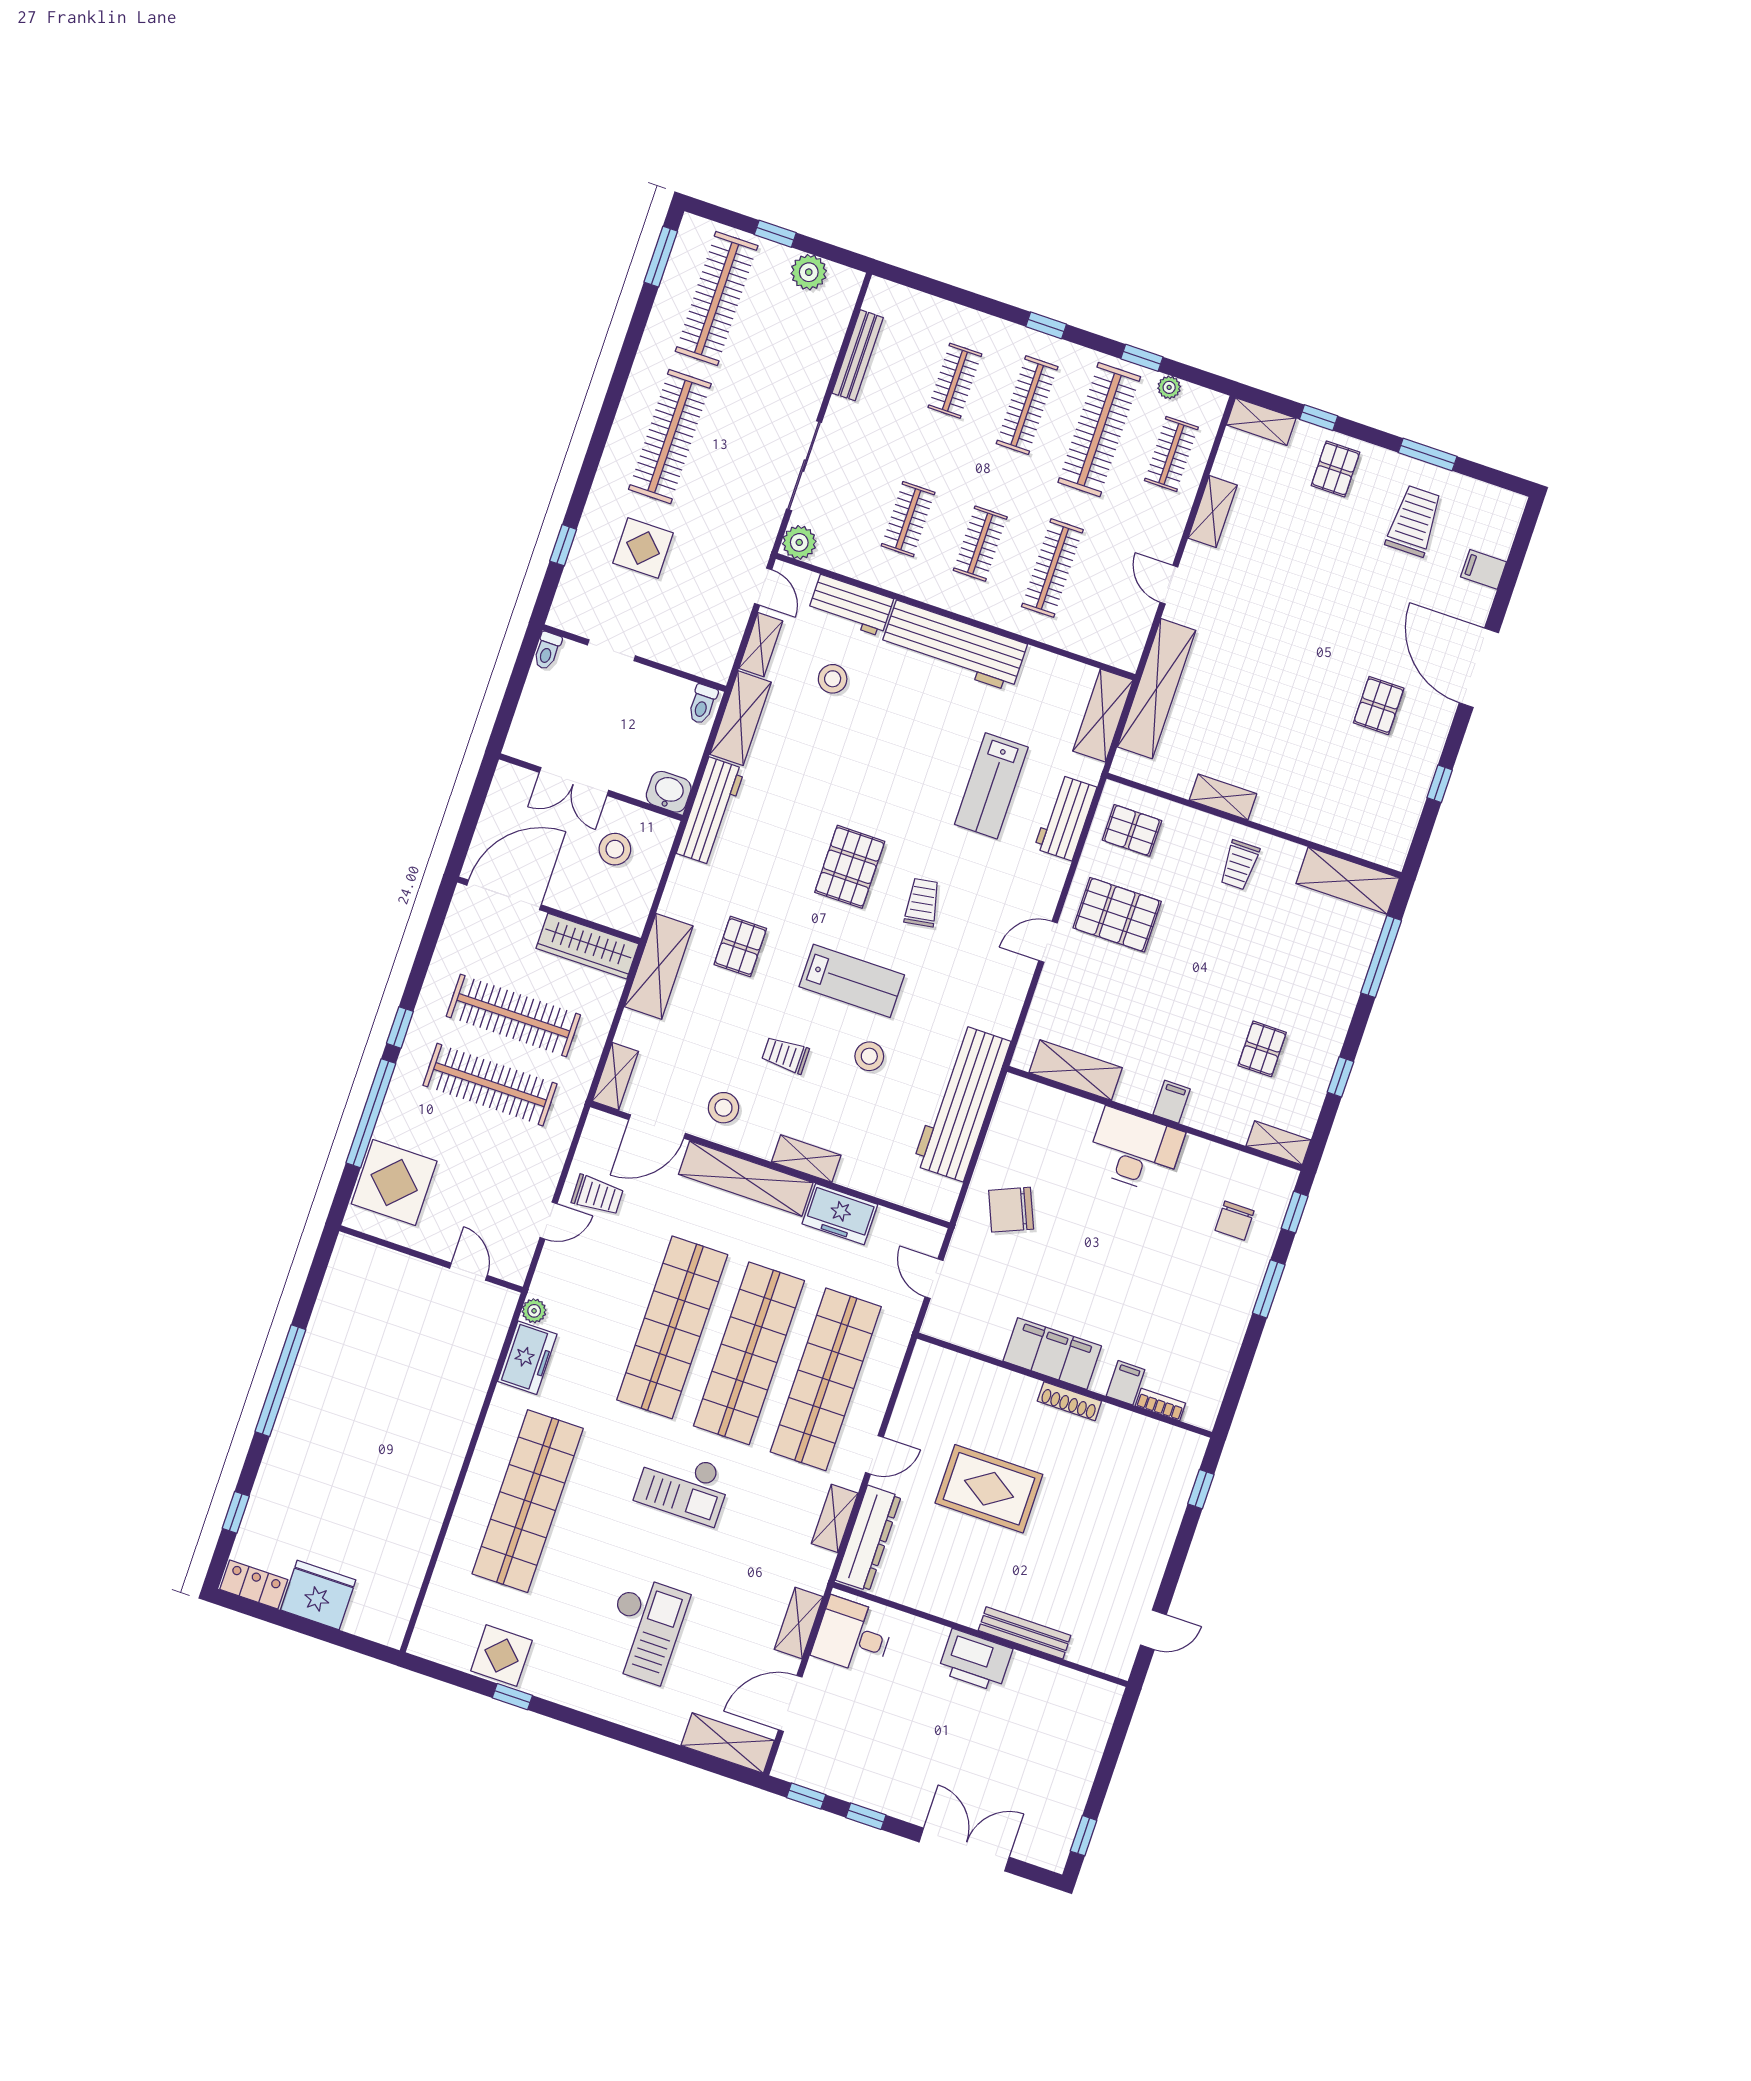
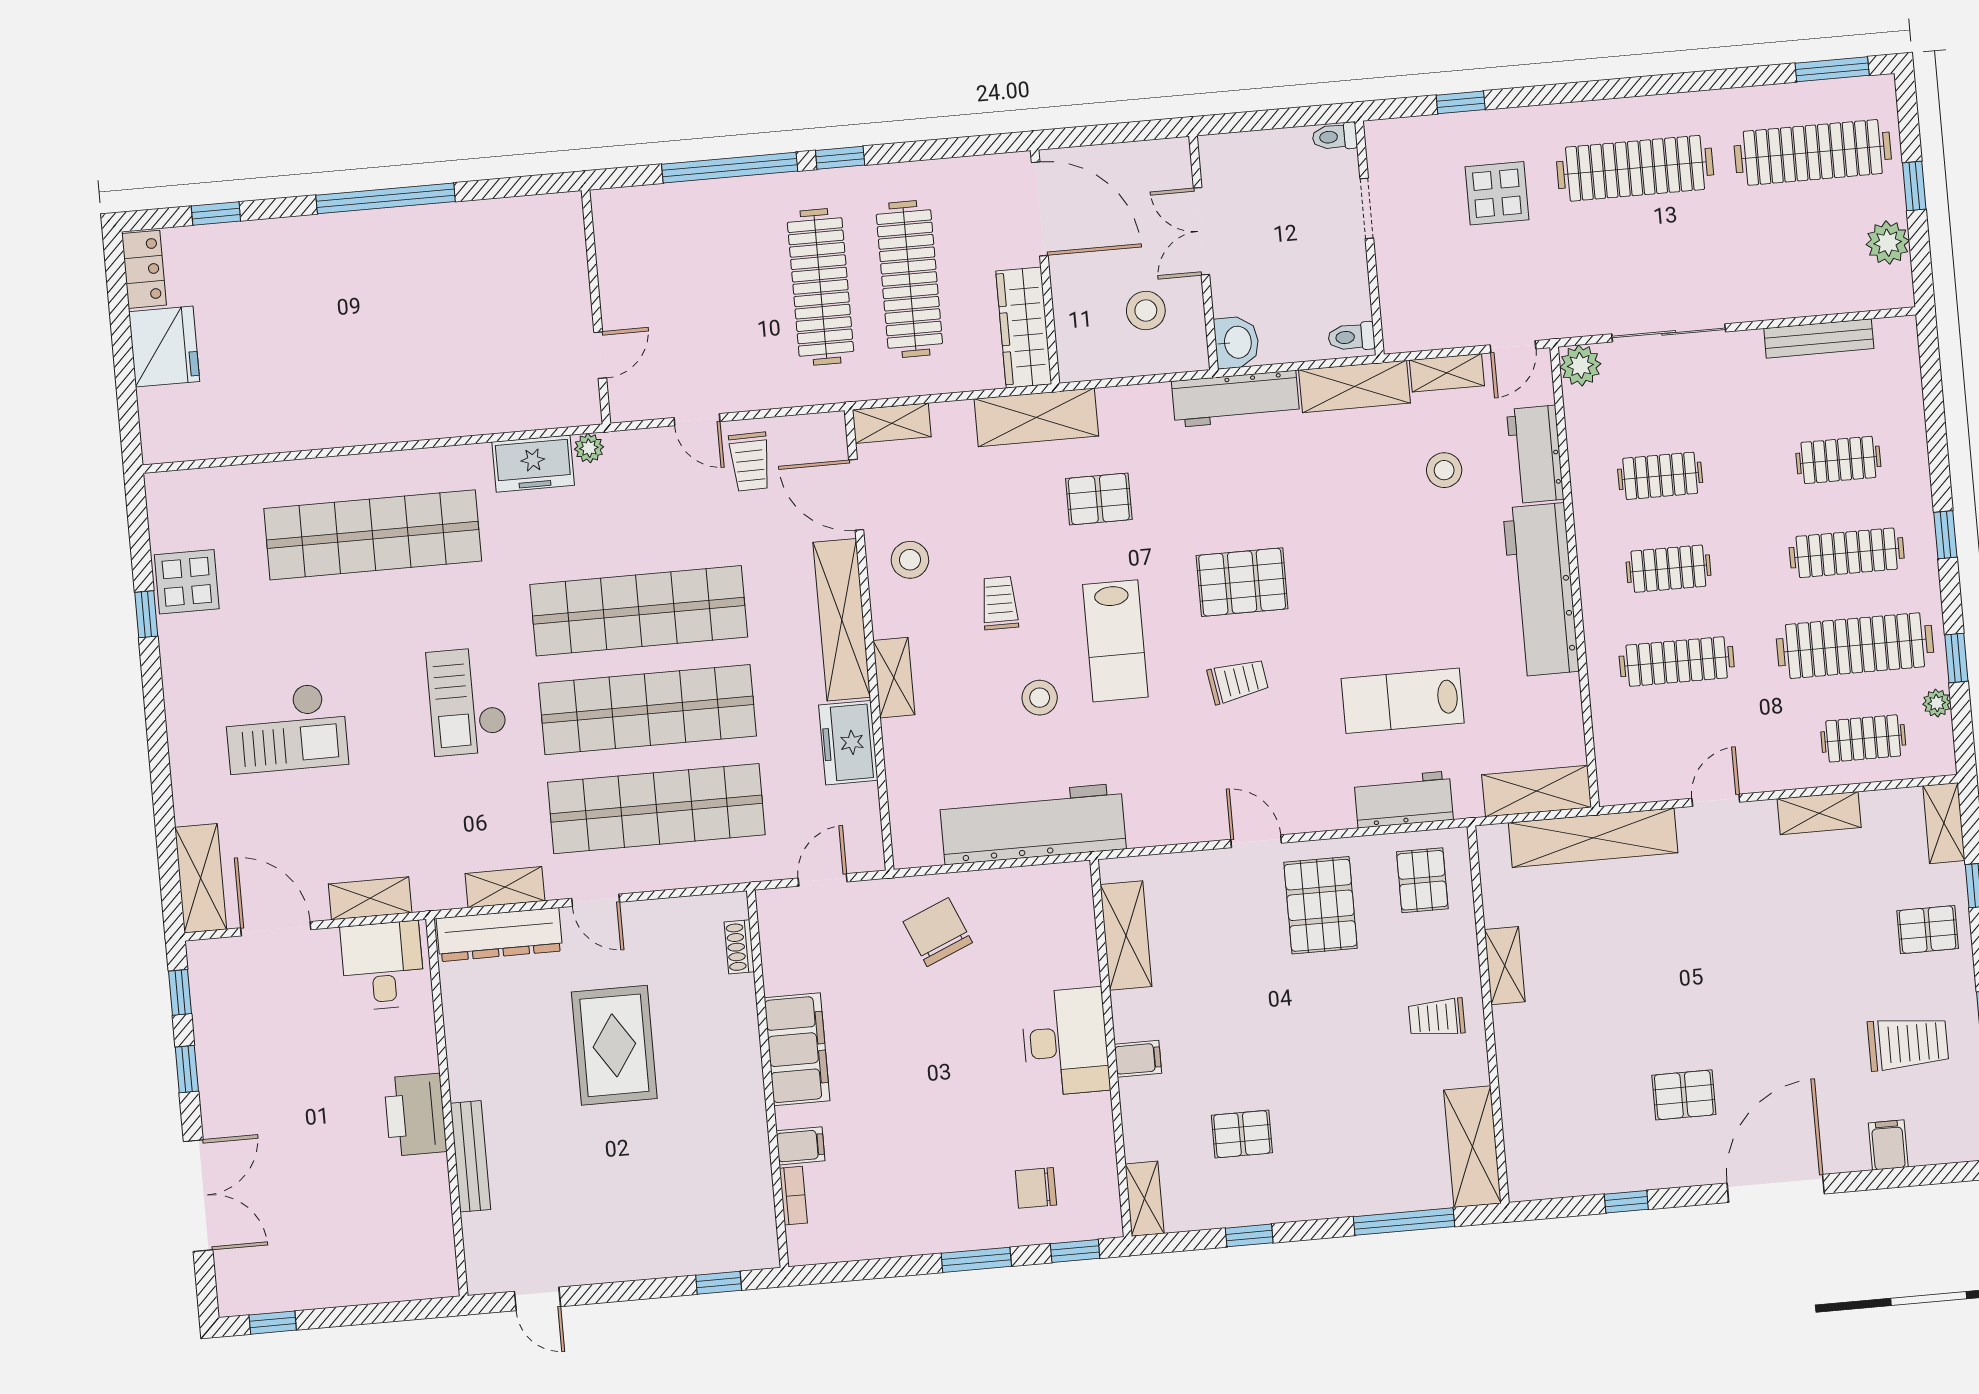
display table: (394, 1182) -> (664, 228), removed
shoe rack: (1069, 1401) -> (739, 947), moved, width x0.70

